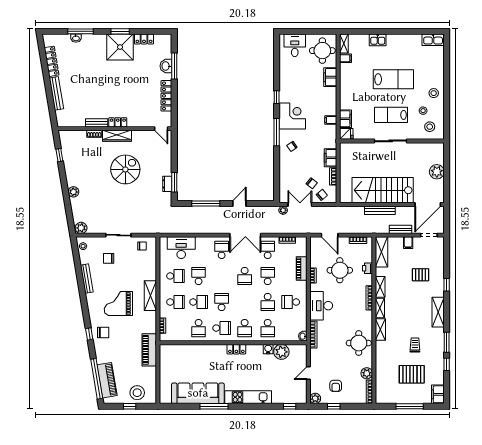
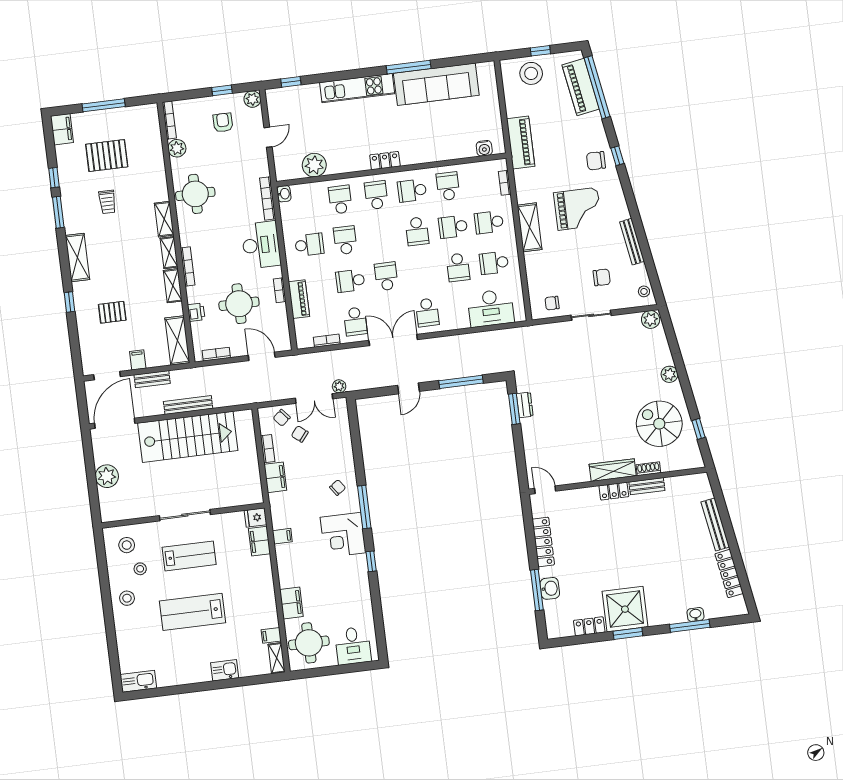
spiral stairs: (125, 169) -> (659, 424), moved, turned 90
school desk: (268, 276) -> (350, 281), turned 90
water cooler: (268, 349) -> (484, 148), moved

